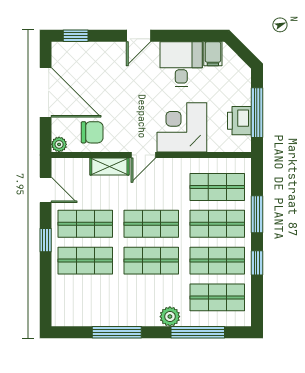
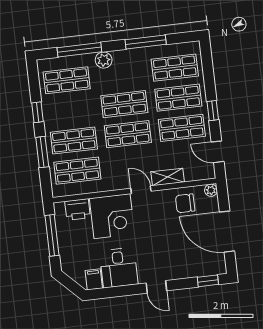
door: (139, 36) -> (156, 287), swing flipped
printer: (239, 121) -> (78, 209), moved, turned 90
door: (143, 155) -> (141, 190), hinge flipped
shop shelf: (217, 261) -> (175, 68), moved

